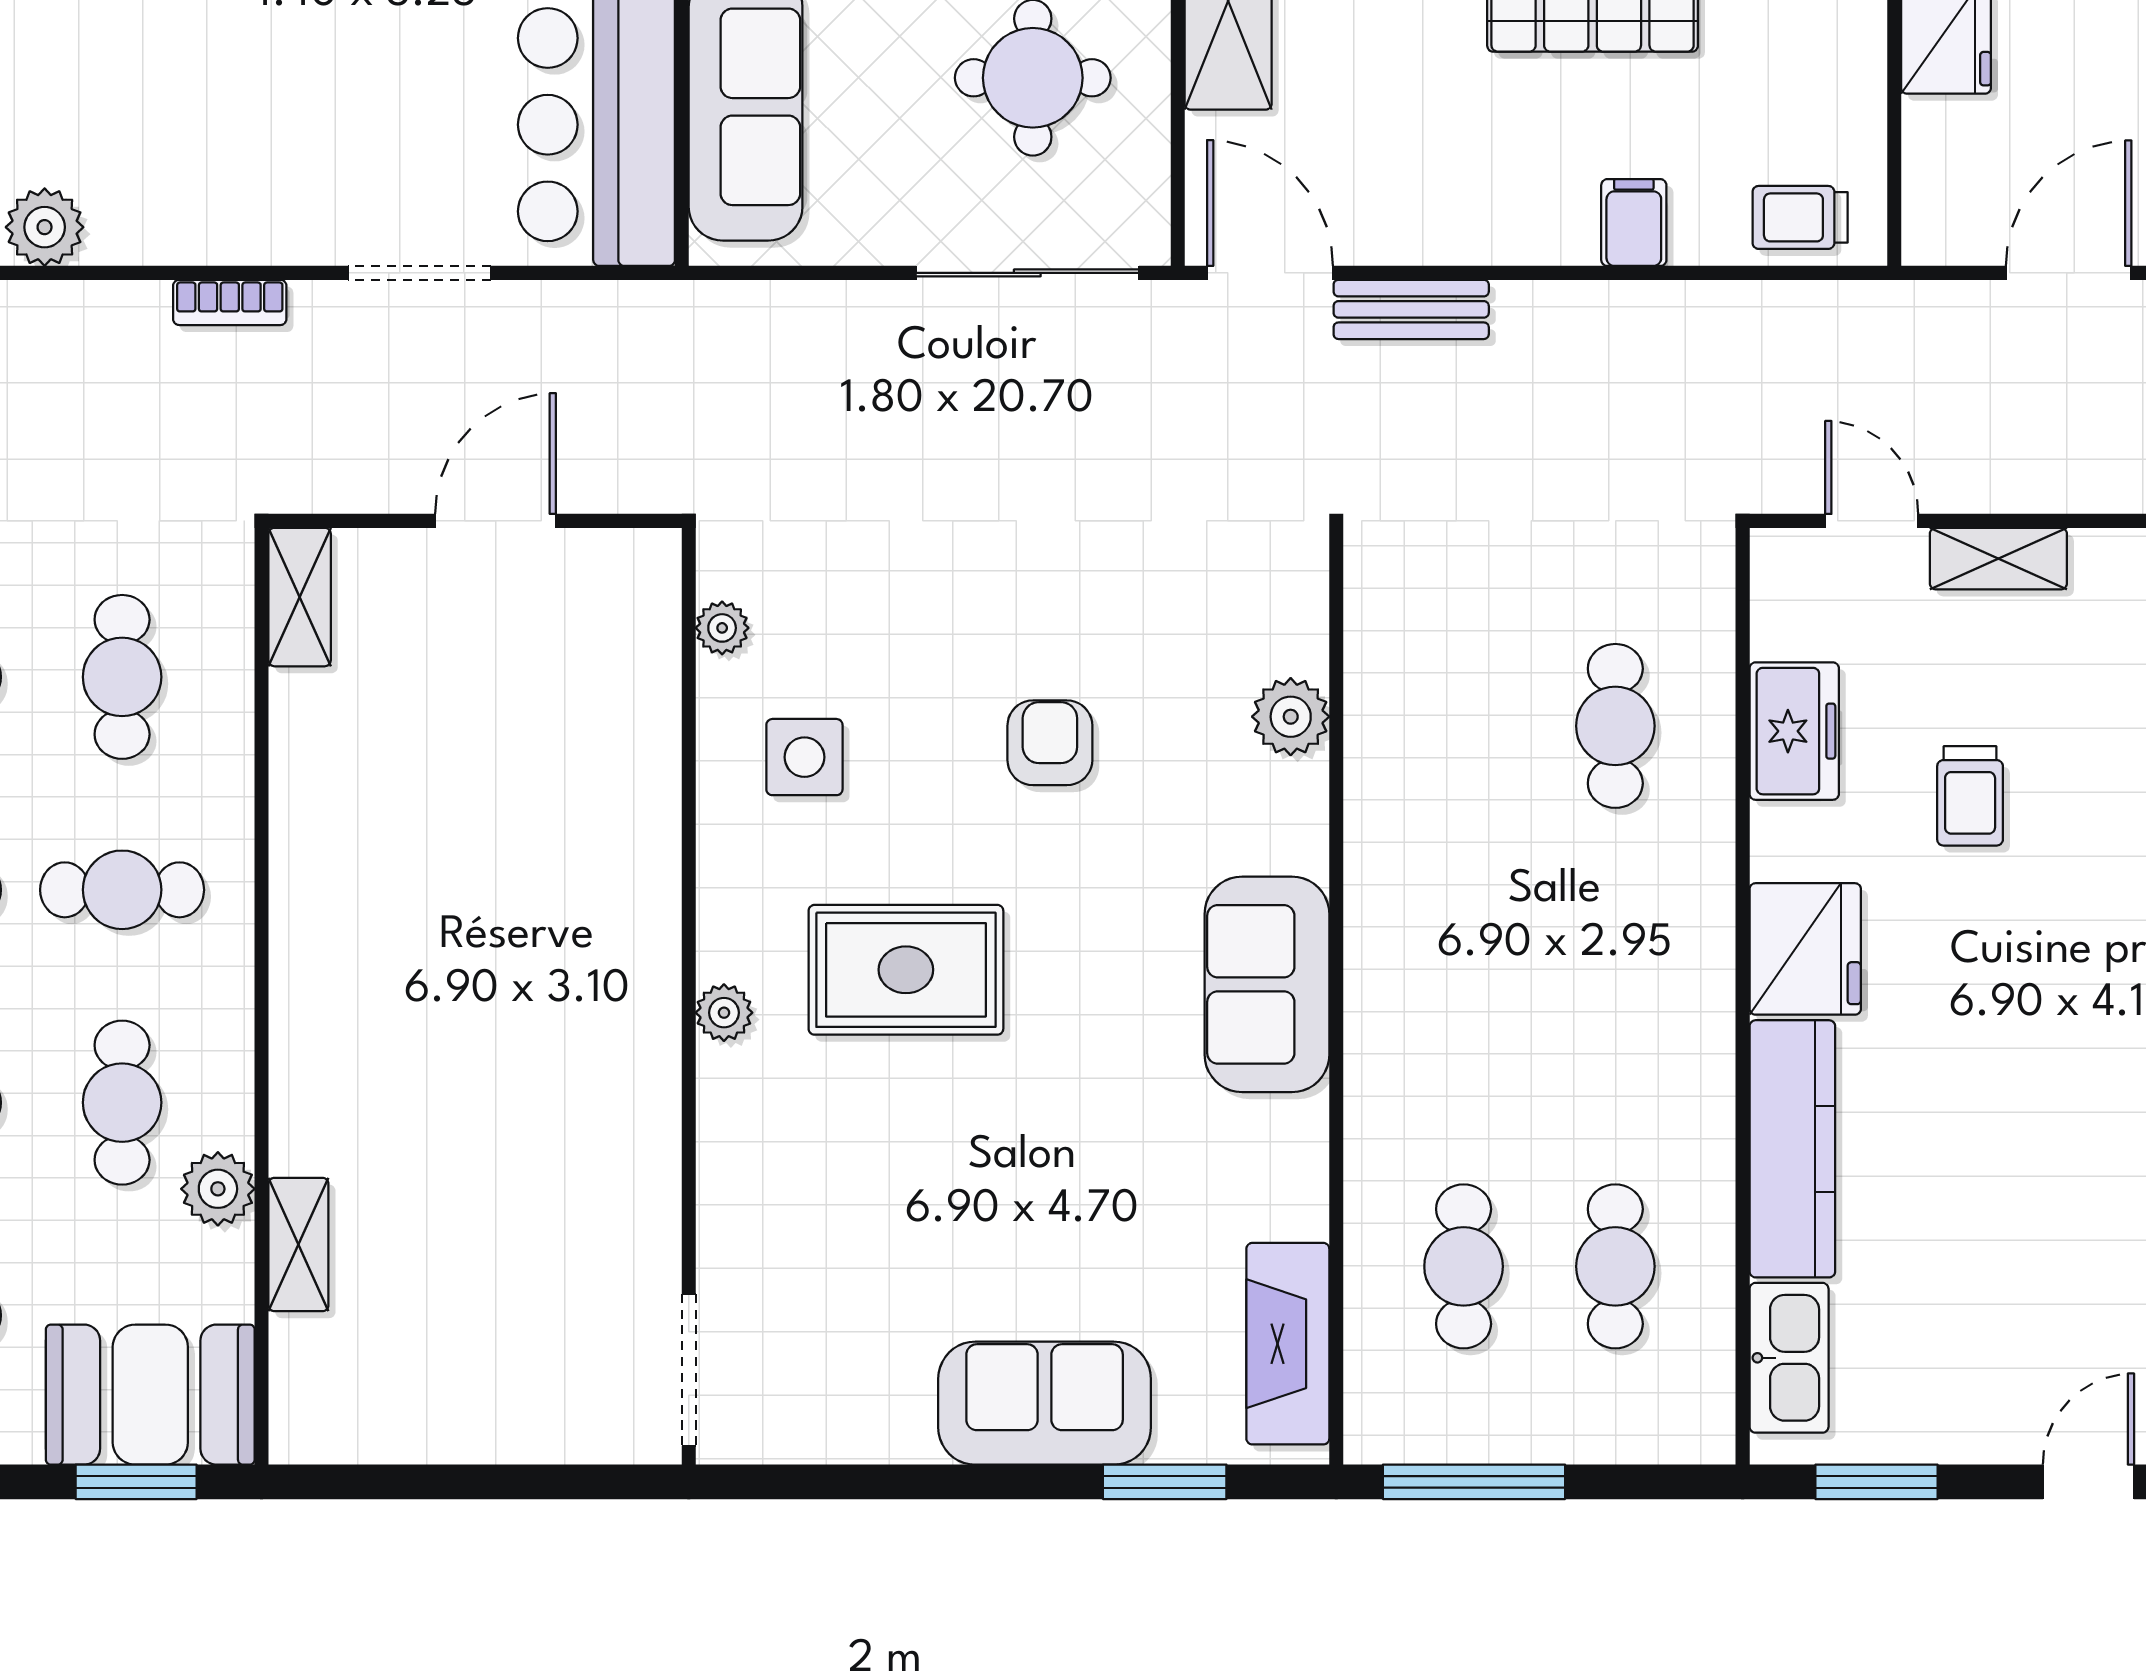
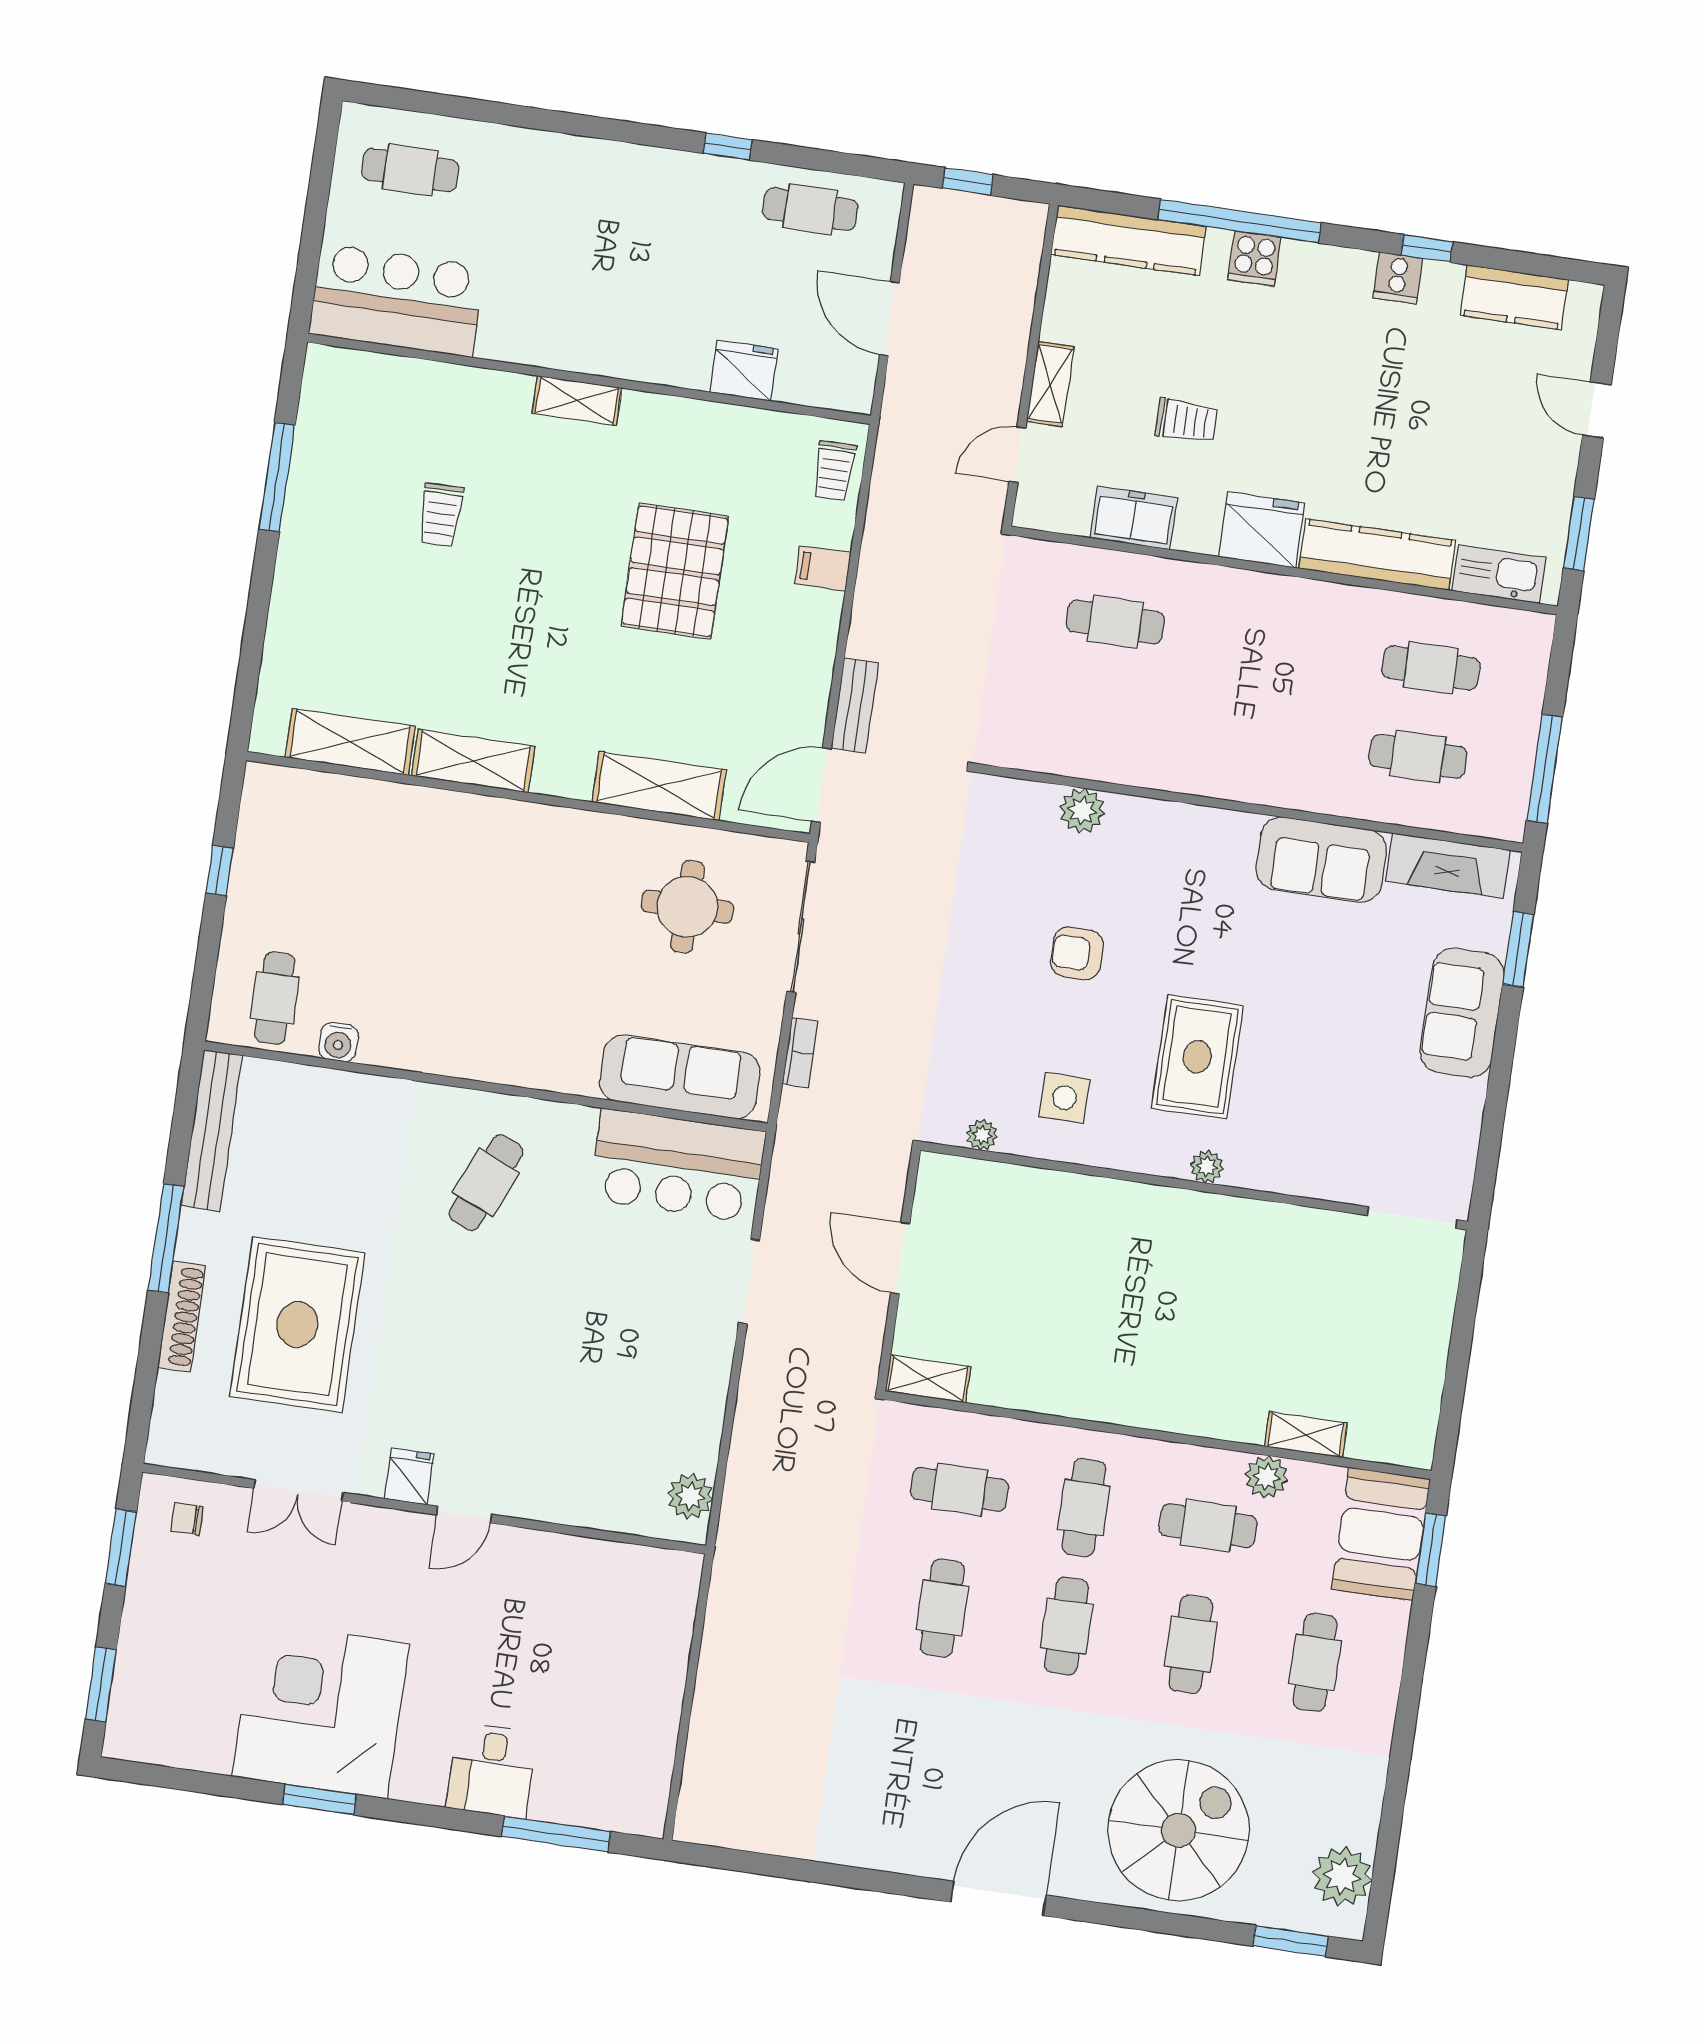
bookcase: (230, 302) -> (800, 1052), moved
sofa: (1267, 984) -> (1321, 860), moved

